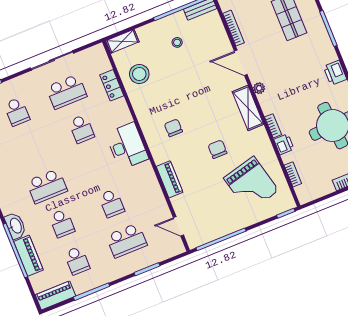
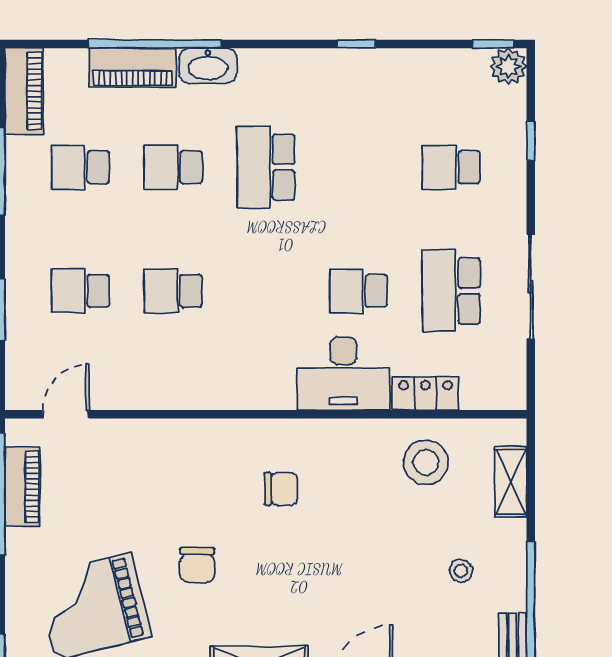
shelving: (122, 41) -> (511, 482), moved
desk: (127, 146) -> (343, 374), moved
chair: (217, 149) -> (197, 565), turned 90
piano: (170, 179) -> (22, 487), moved, turned -90
school desk: (127, 240) -> (80, 291), width x0.54

